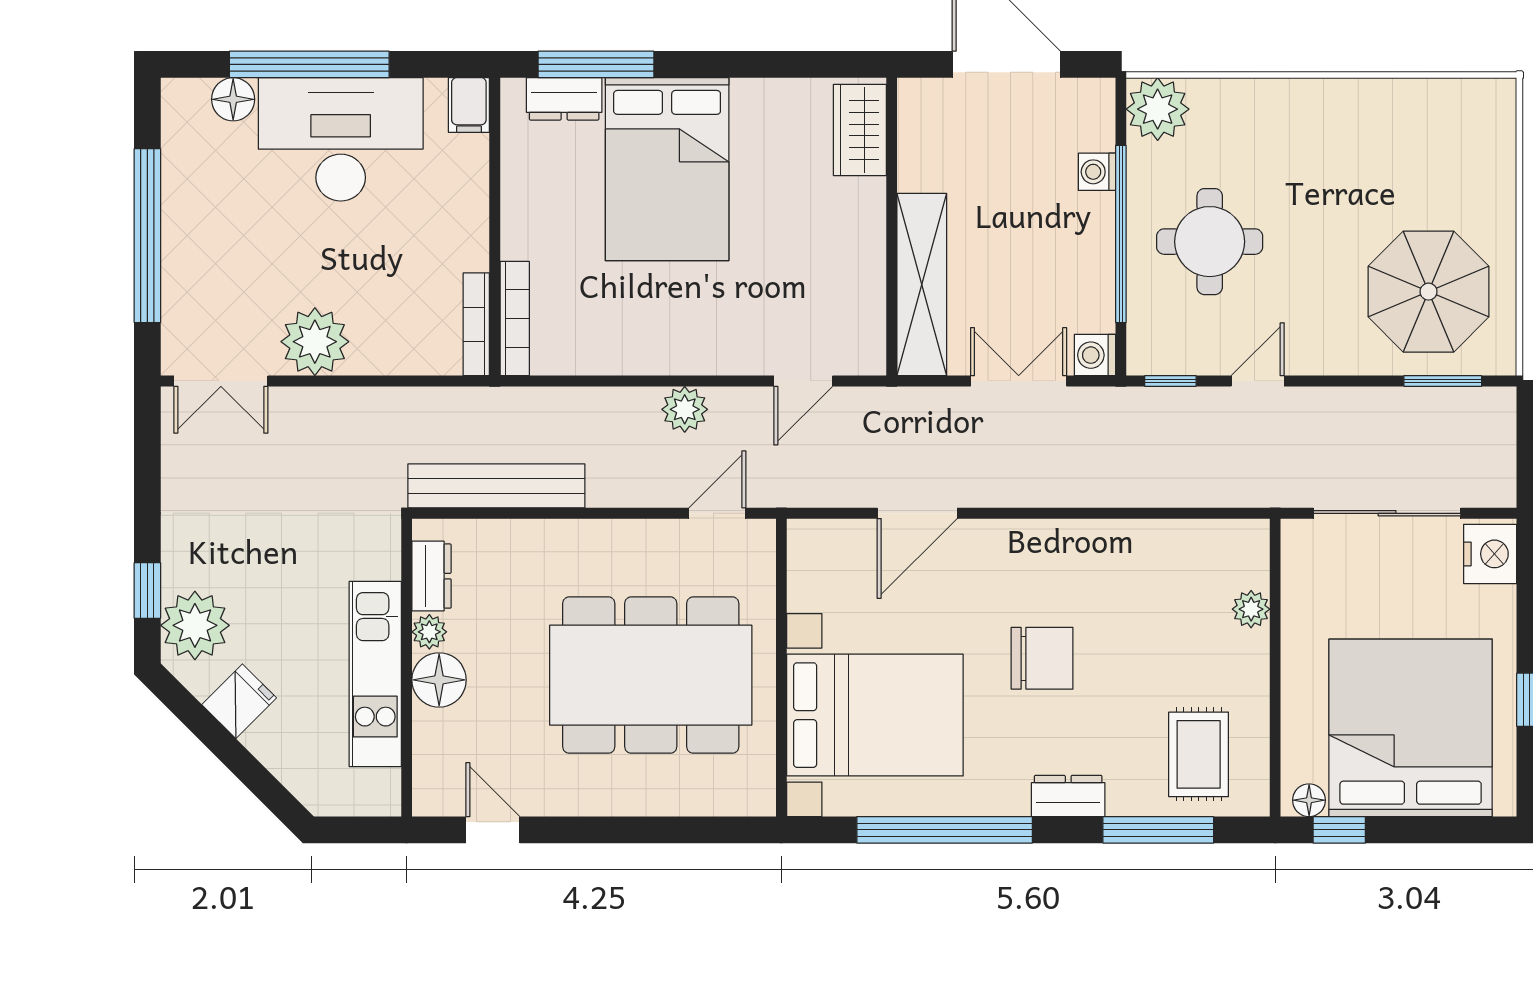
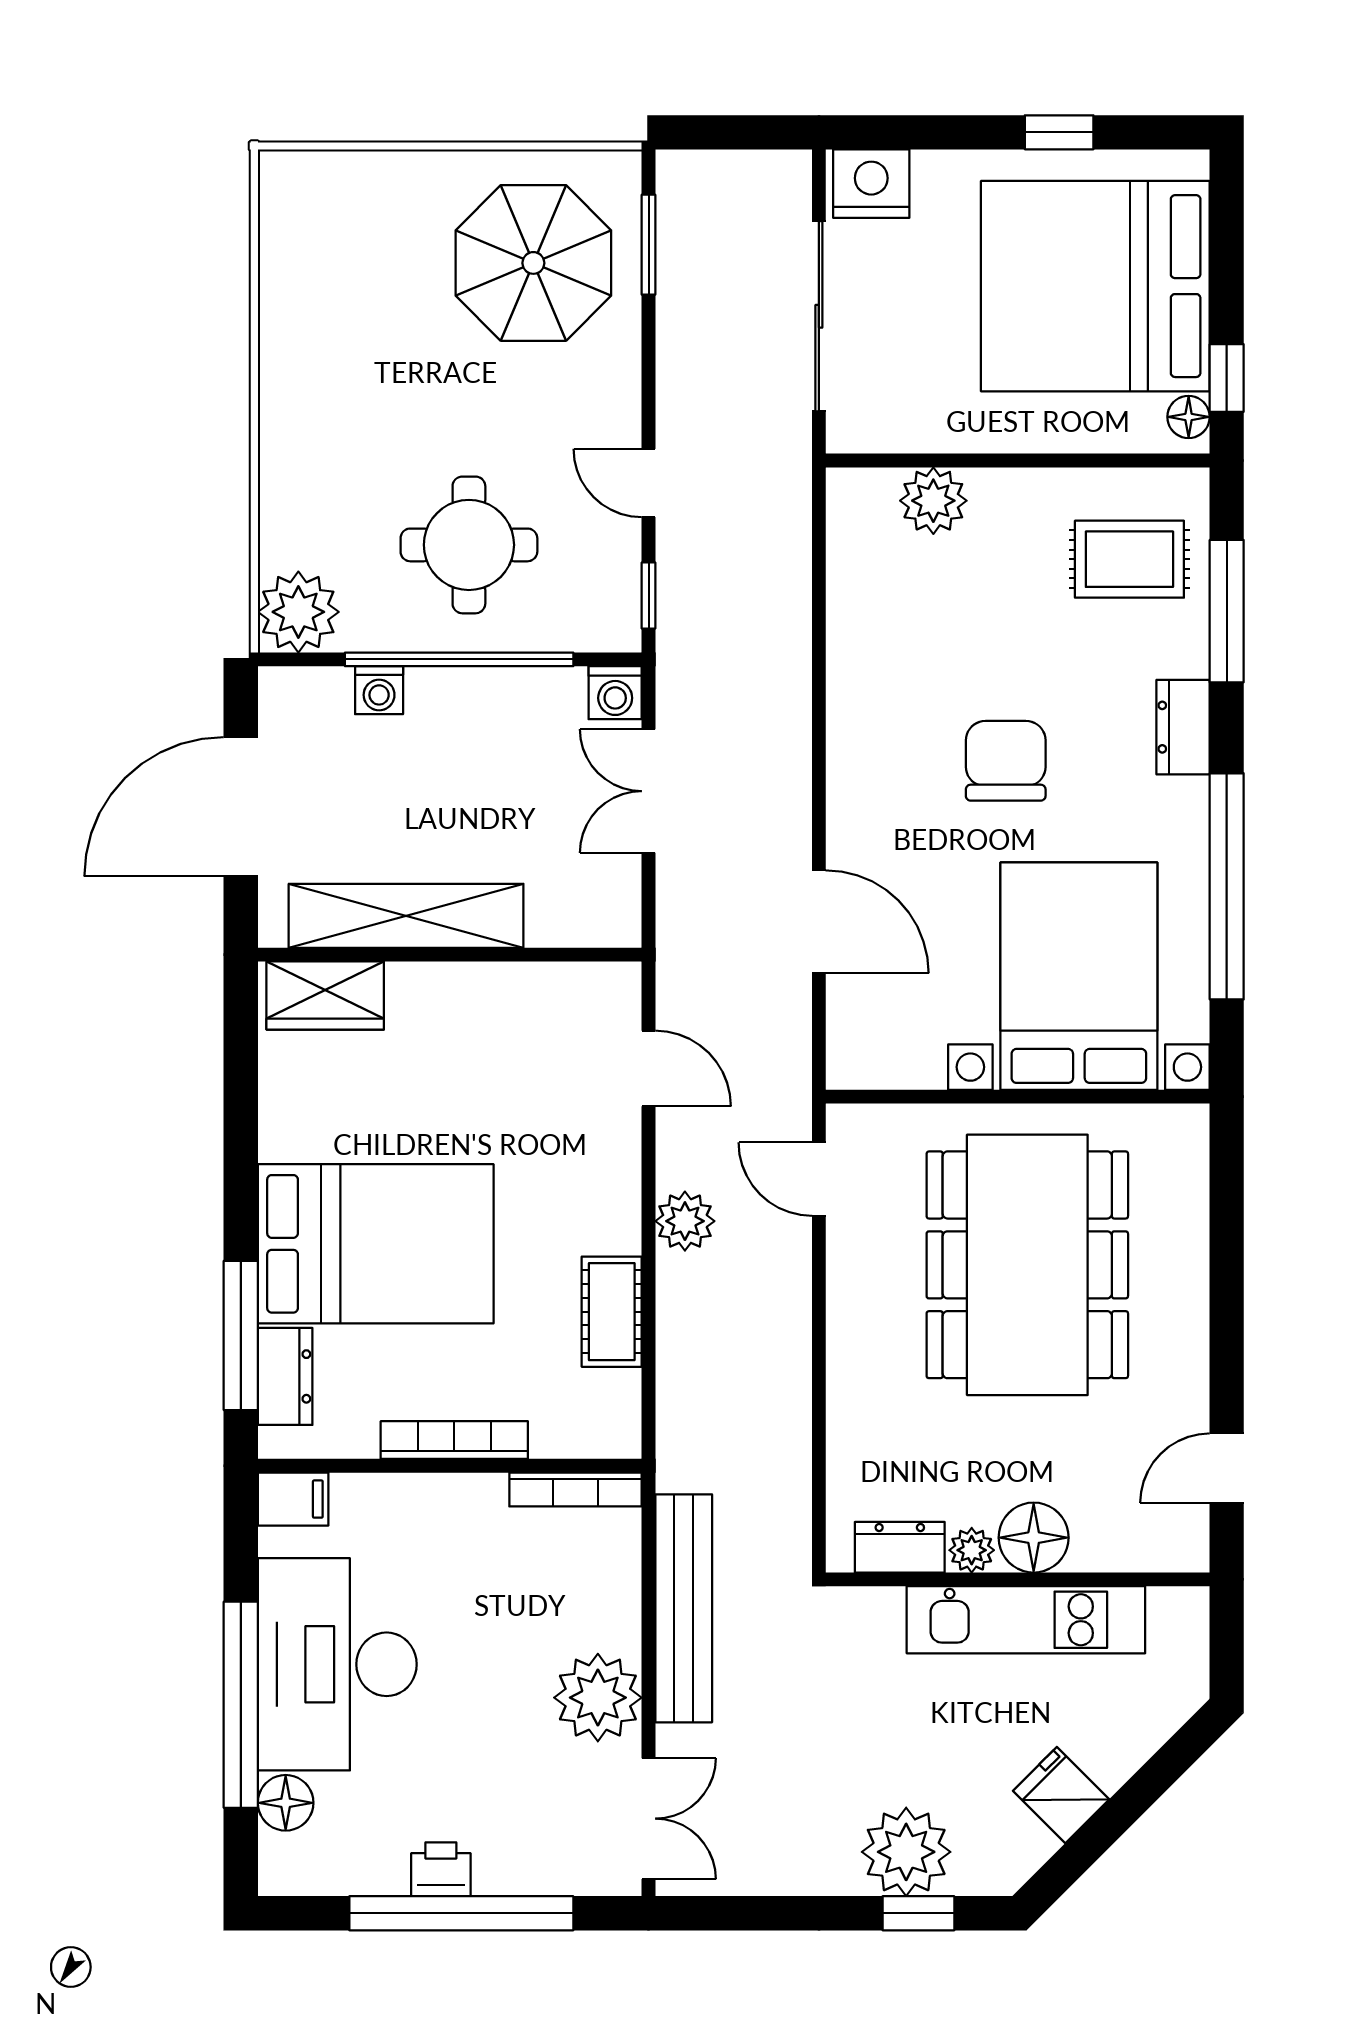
printer: (182, 220) -> (441, 1869), added
shelving: (922, 285) -> (406, 916), moved
bookcase: (515, 319) -> (454, 1440), moved
cot: (614, 352) -> (612, 1312), added
bench: (496, 486) -> (684, 1608), moved
plant: (1251, 609) -> (933, 501), width x1.38, depth x1.38
plant: (195, 625) -> (906, 1852), moved

